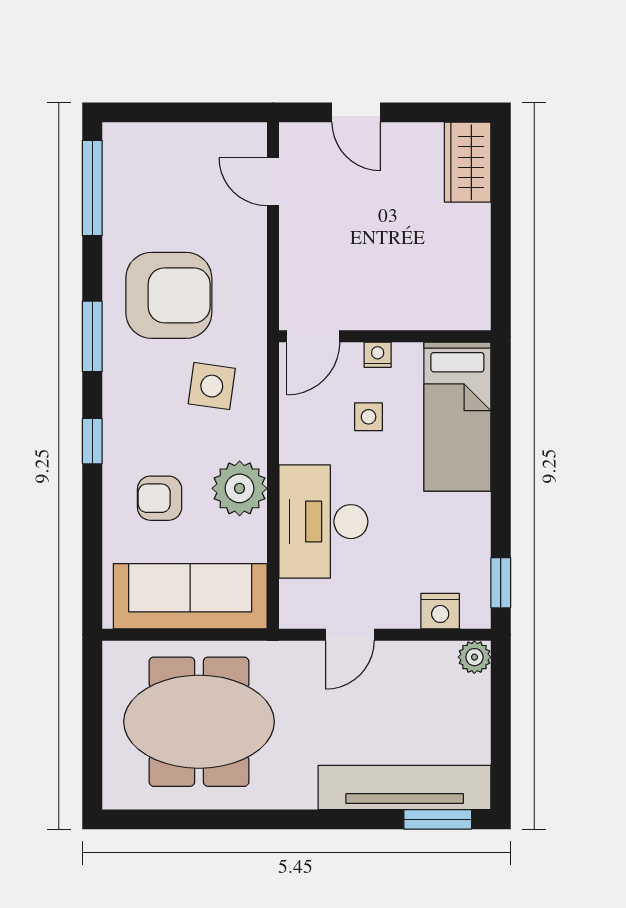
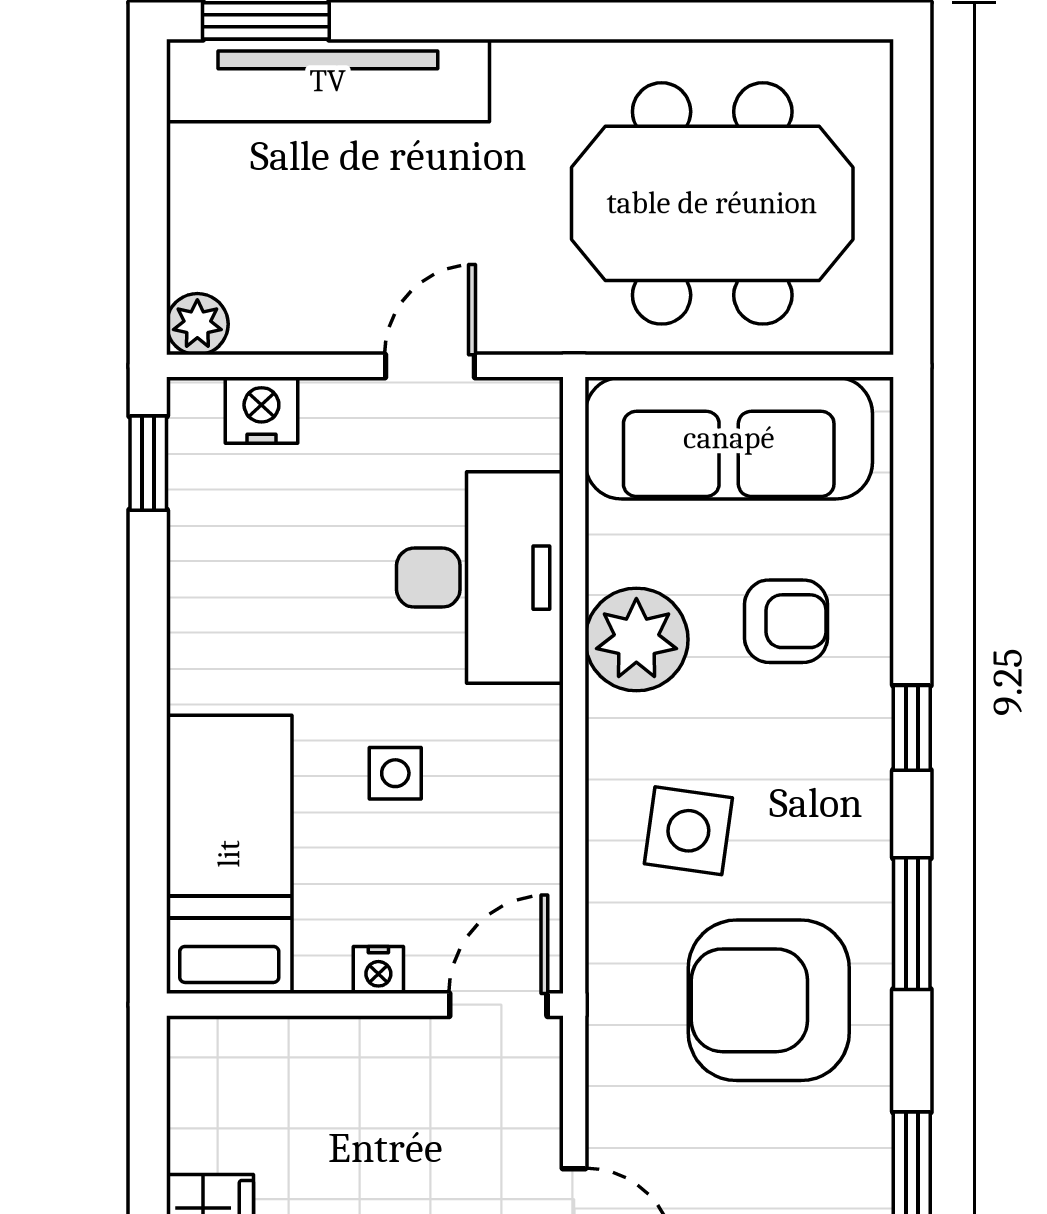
door: (313, 336) -> (498, 1005), moved
wall: (385, 336) -> (365, 1005), moved
nightstand: (378, 355) -> (378, 970), moved
bed: (457, 417) -> (229, 854), moved

